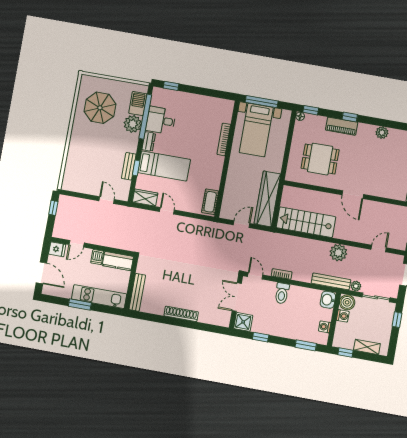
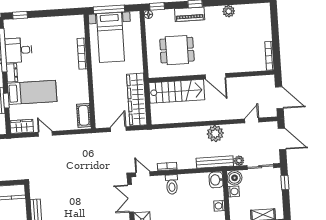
stairs: (306, 222) -> (177, 91), moved, turned 180

